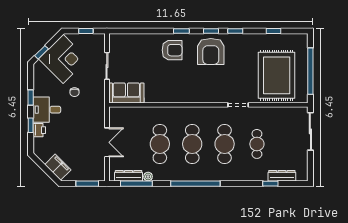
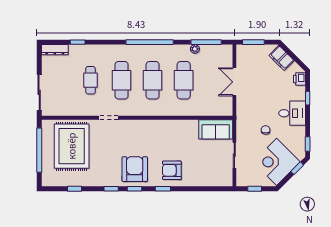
window: (31, 97) -> (308, 144), moved
printer: (39, 130) -> (299, 79), moved
dresser: (129, 176) -> (214, 50), removed
dresser: (282, 176) -> (55, 50), moved

